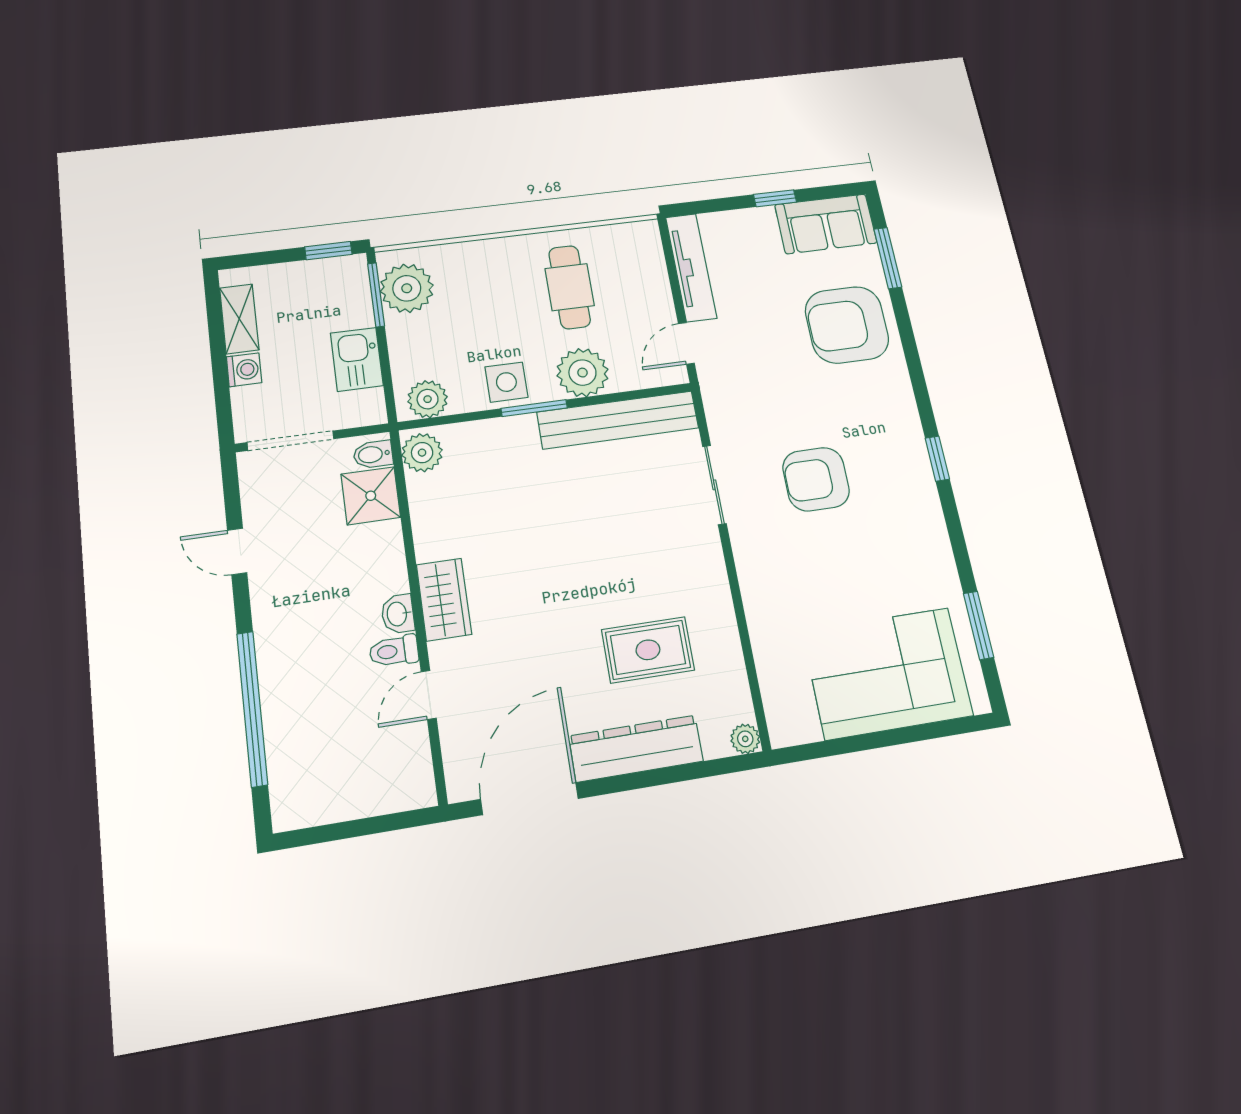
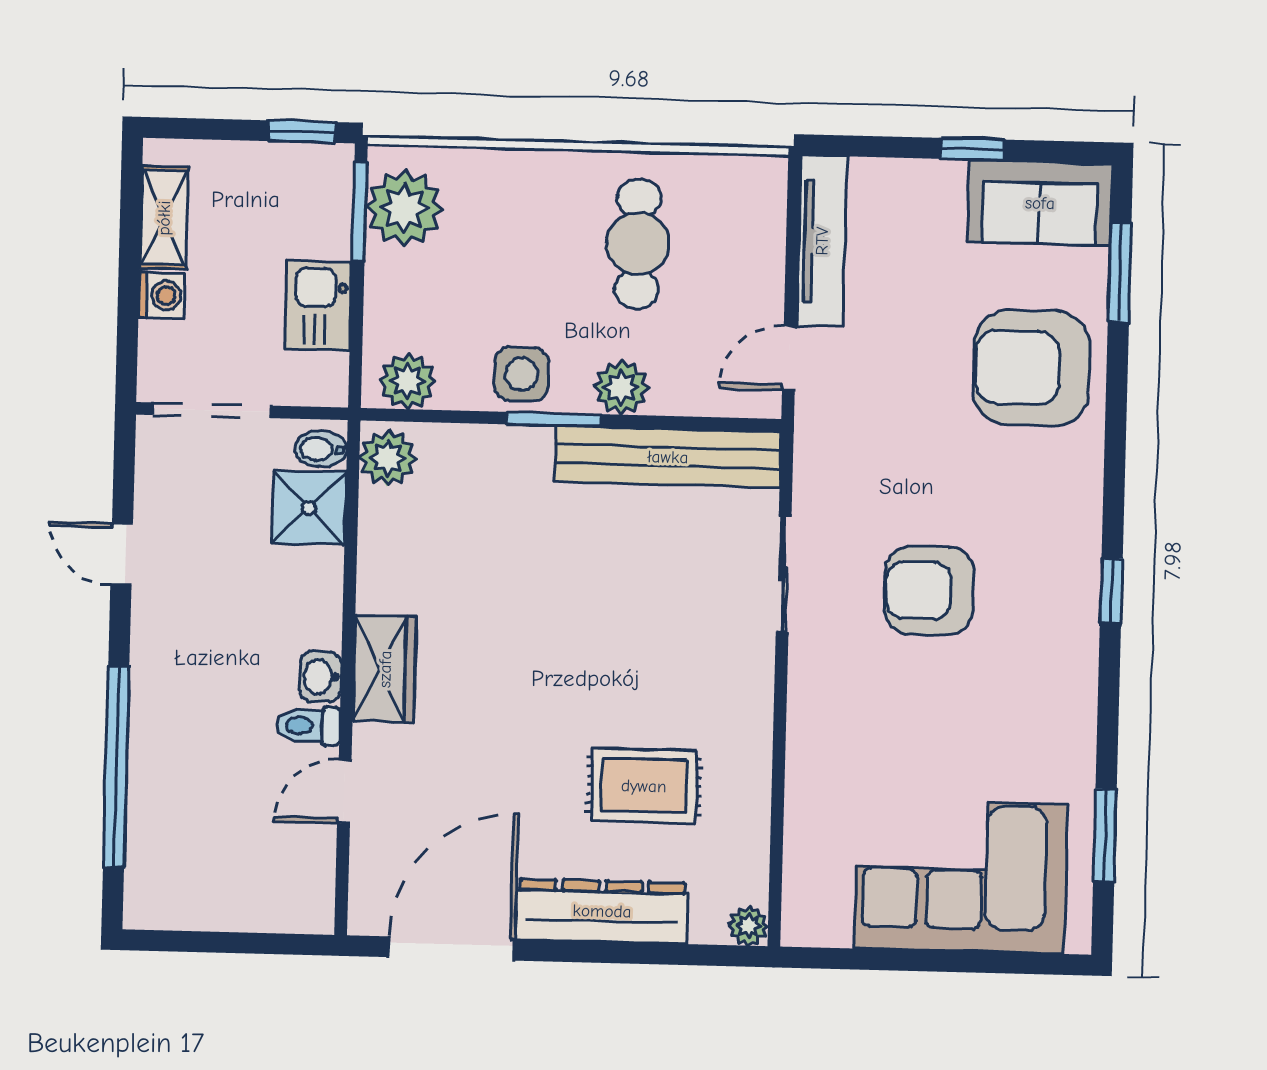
plant: (582, 373) -> (621, 387), width x0.73, depth x0.73

